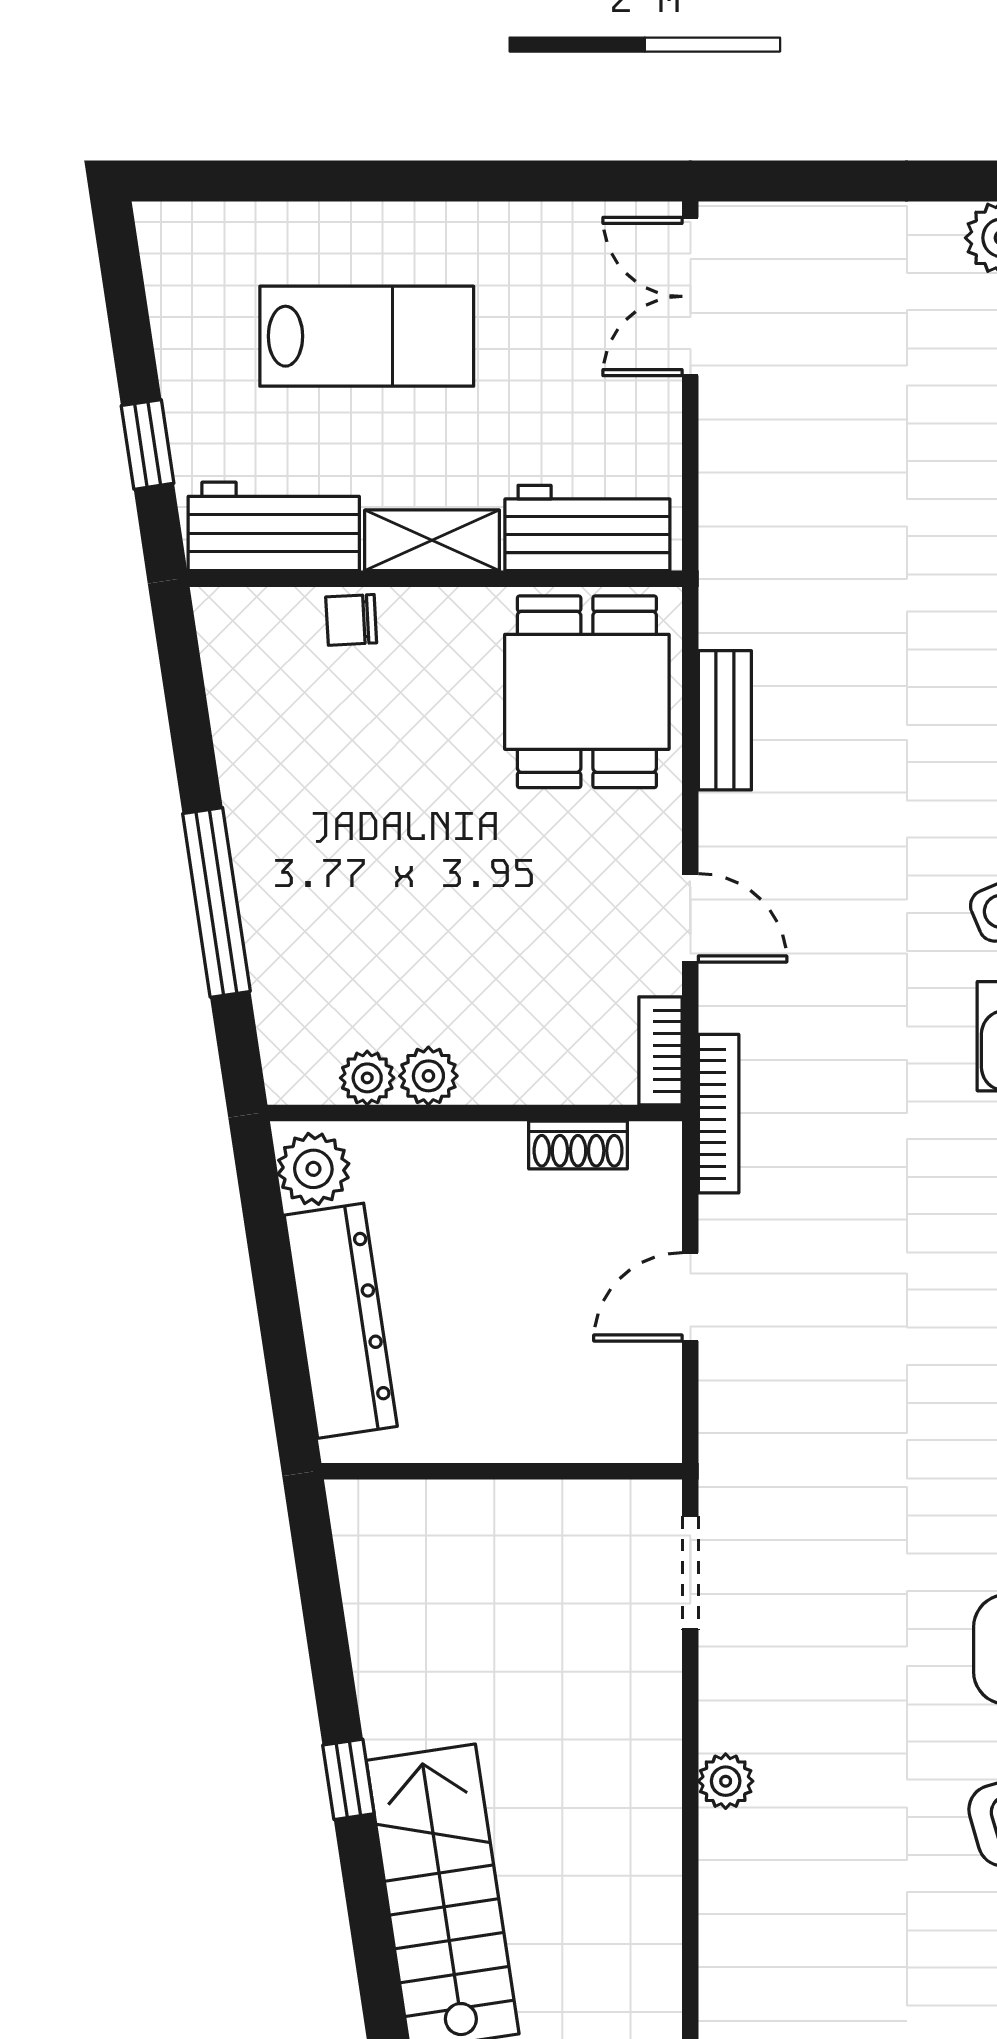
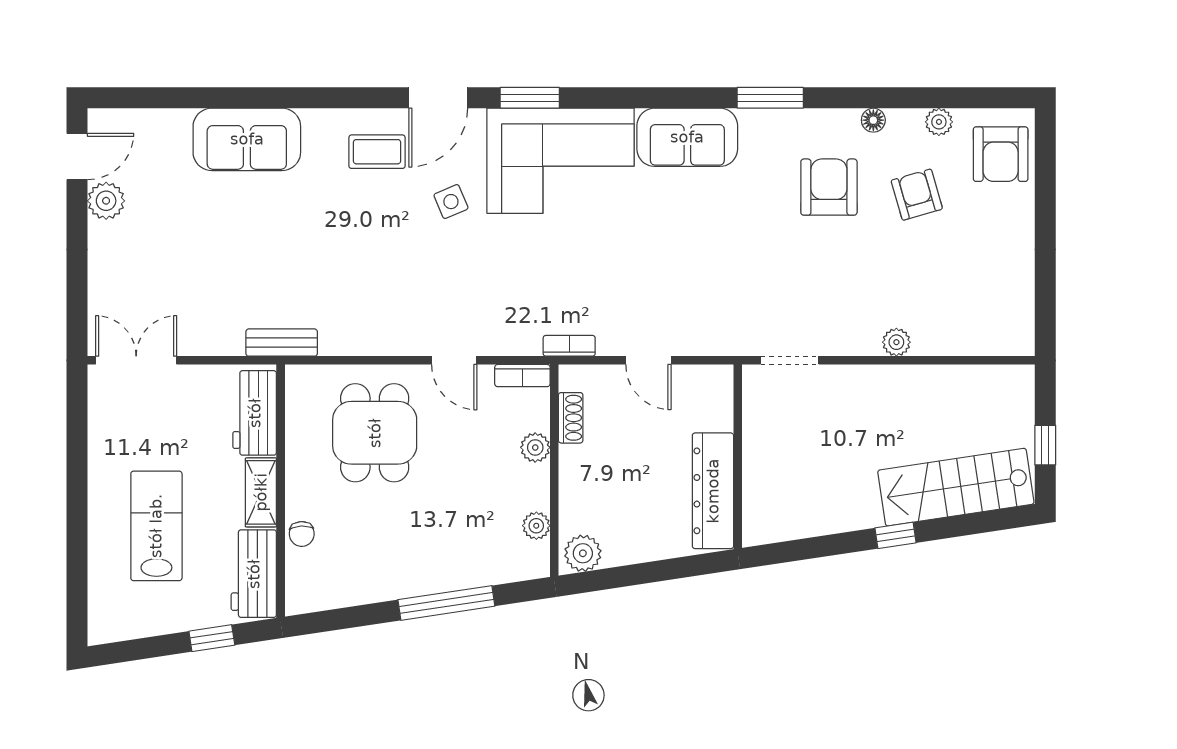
double door: (690, 296) -> (136, 360), swing flipped
dining table: (587, 692) -> (375, 433), moved, turned 90
bench: (725, 720) -> (282, 343), moved
door: (690, 918) -> (454, 360), swing flipped
plant: (428, 1076) -> (535, 447), moved
bookcase: (719, 1114) -> (569, 346), width x0.64
dresser: (341, 1321) -> (713, 491), moved, turned -81

